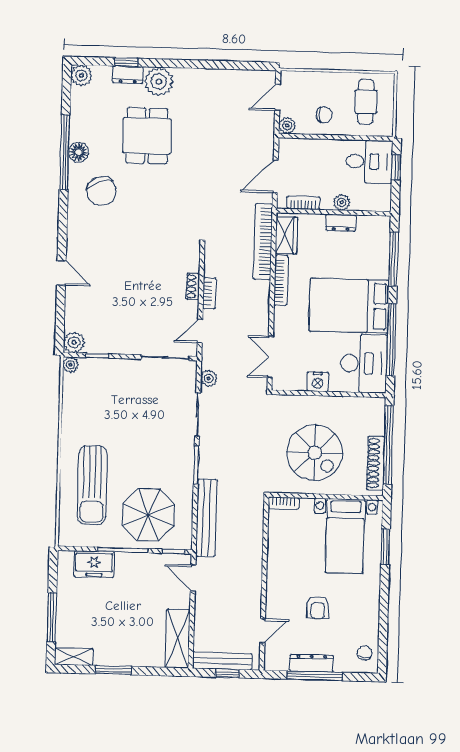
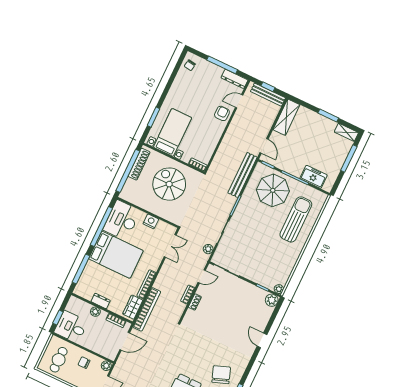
armchair: (318, 608) -> (222, 113), moved
dresser: (312, 663) -> (234, 79), moved

